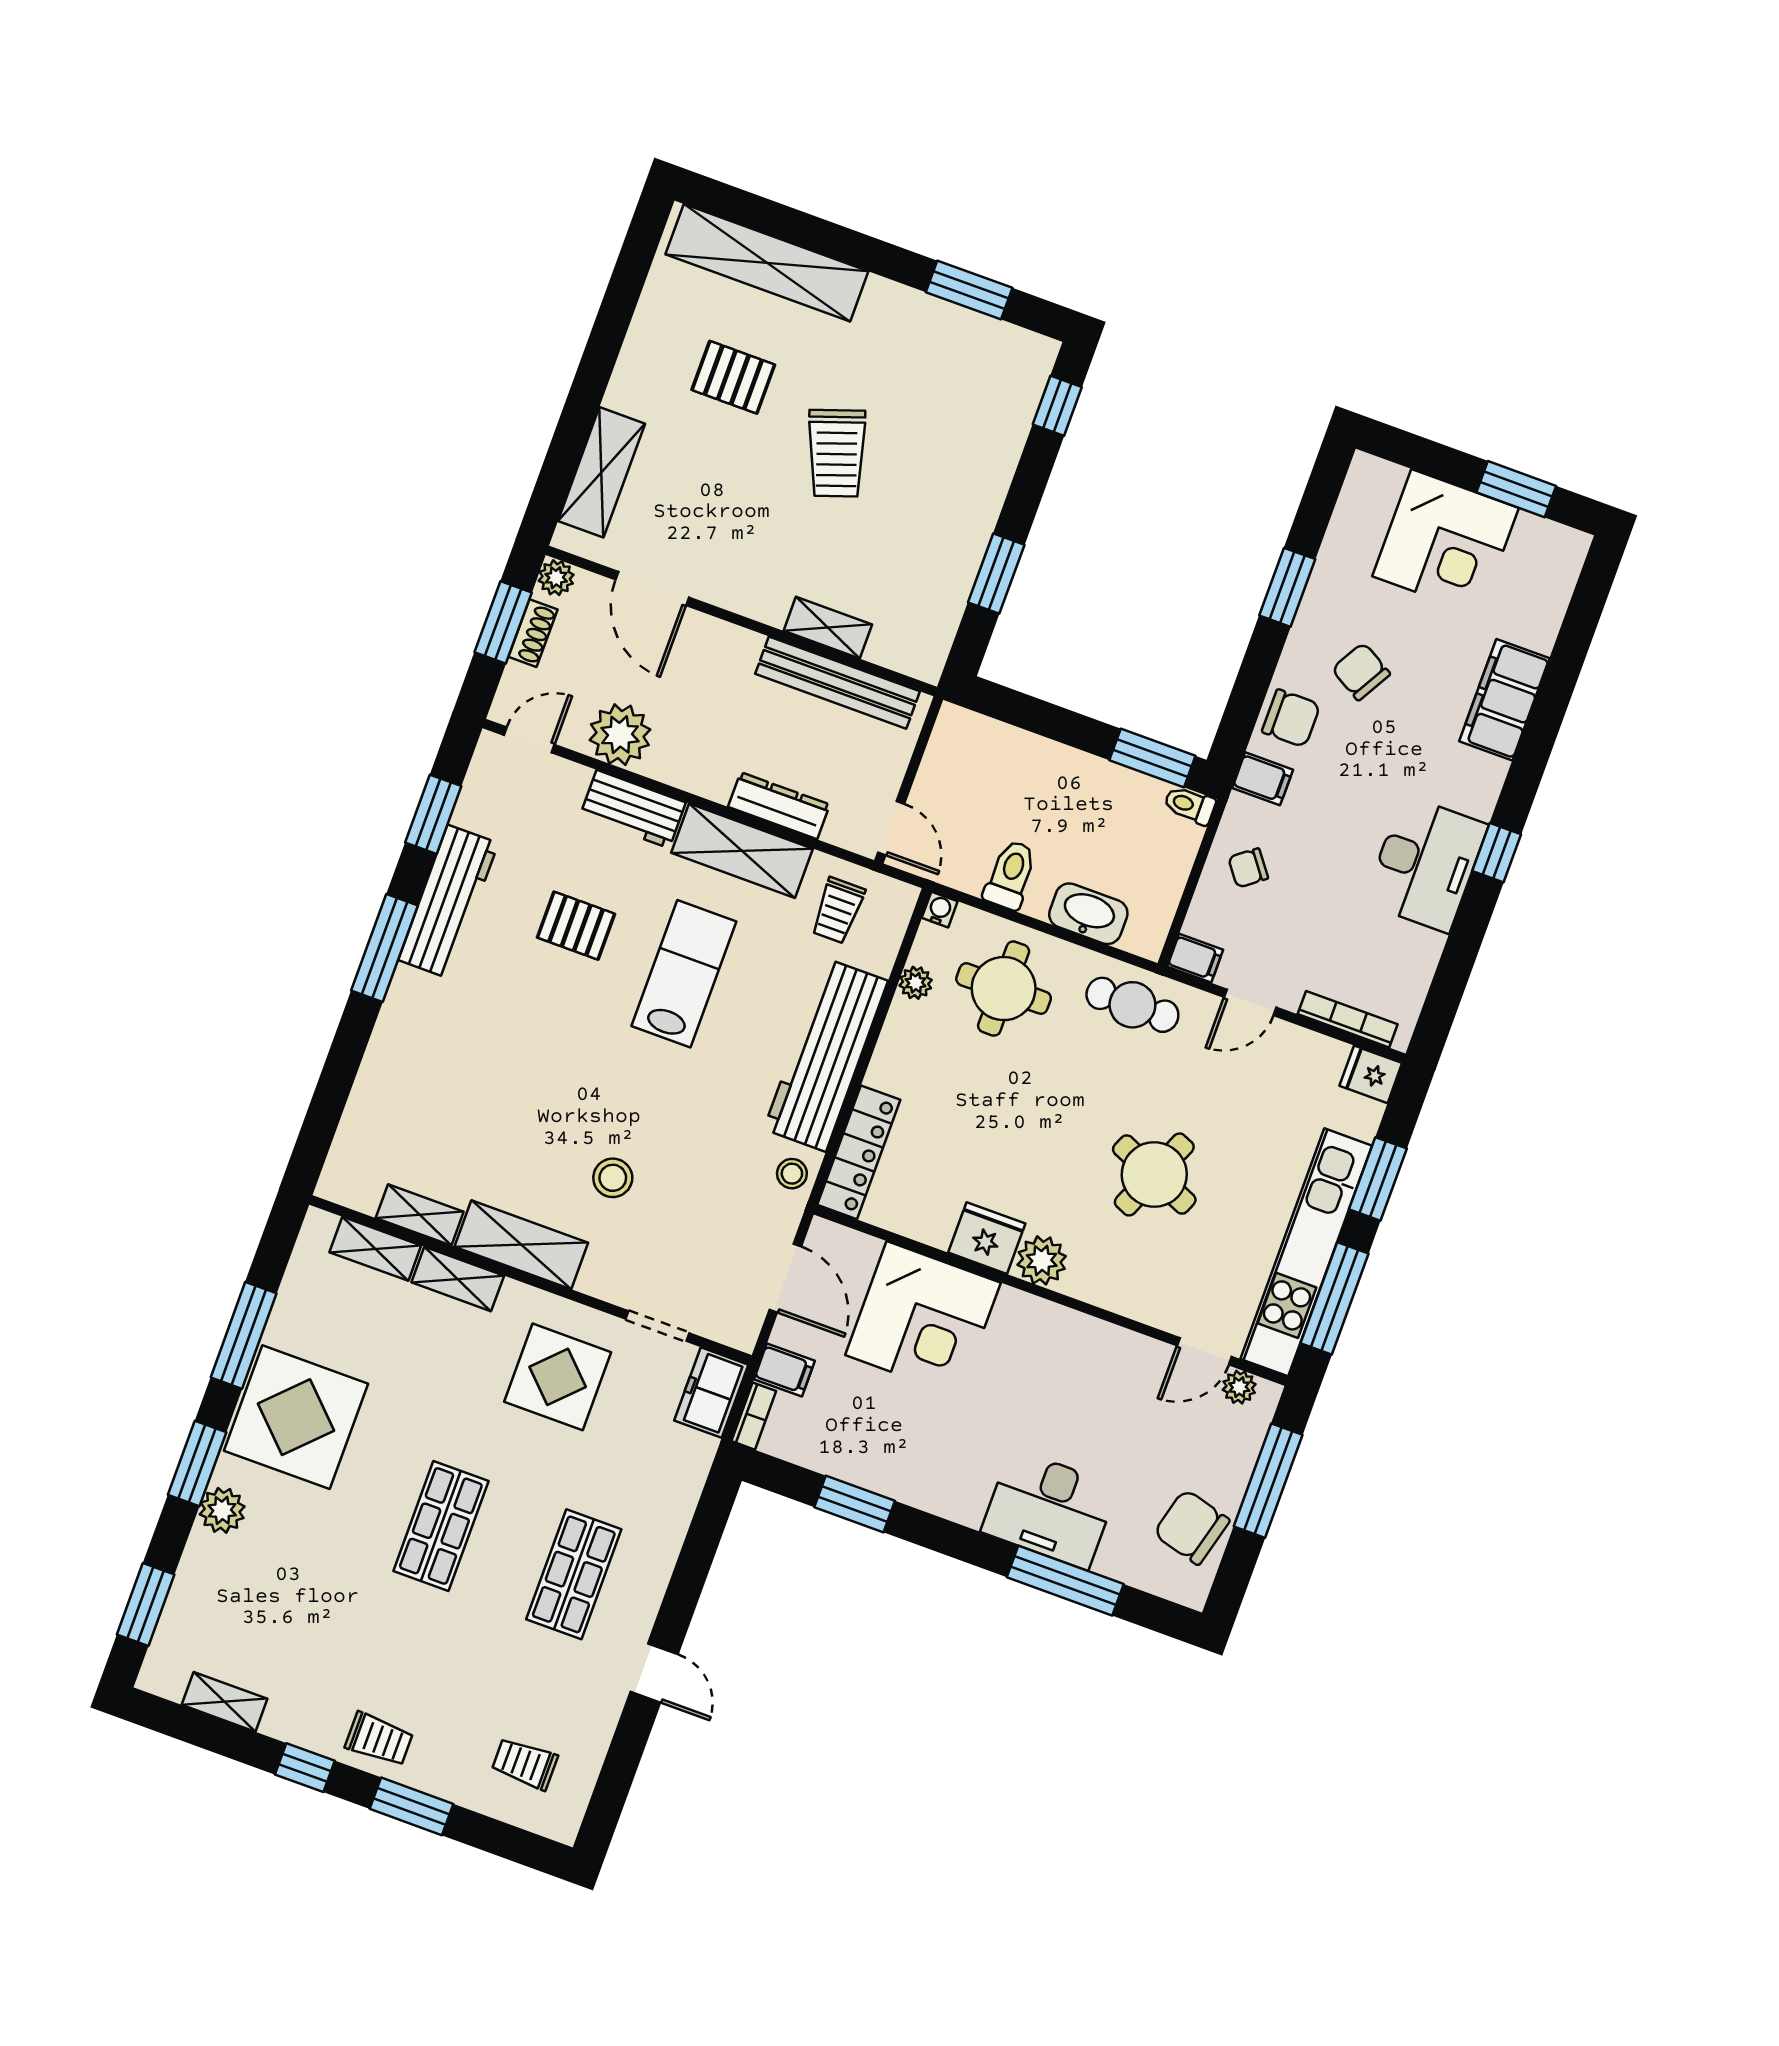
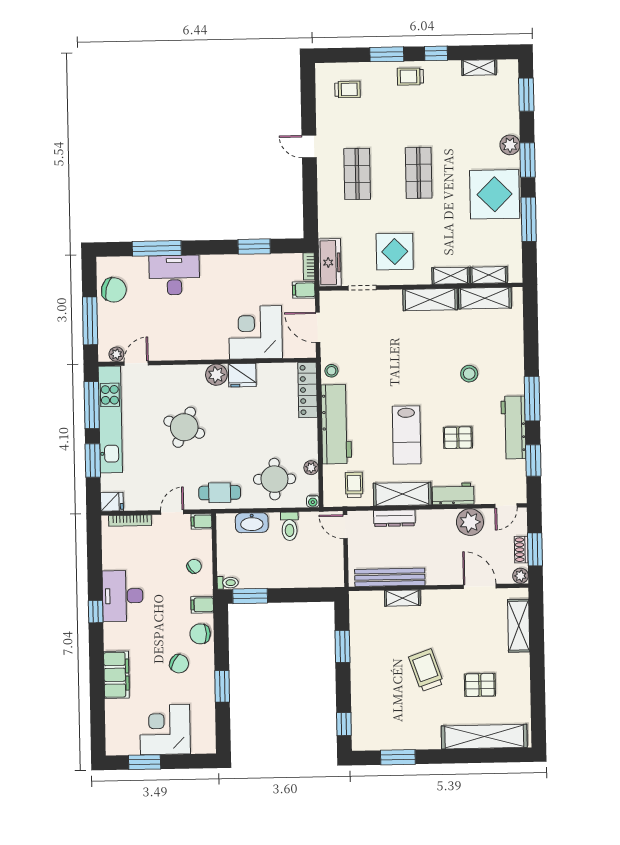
stool: (613, 1178) -> (469, 374), moved
shelving: (420, 1215) -> (485, 298), width x1.50, depth x1.33
freezer: (711, 1393) -> (330, 262), width x1.40

